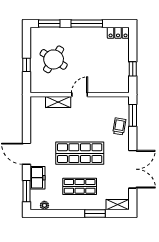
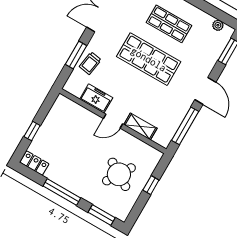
window: (133, 69) -> (32, 131), moved
window: (133, 115) -> (76, 55), moved
window: (27, 121) -> (185, 126), added
freezer: (38, 178) -> (96, 98), moved, turned 90

